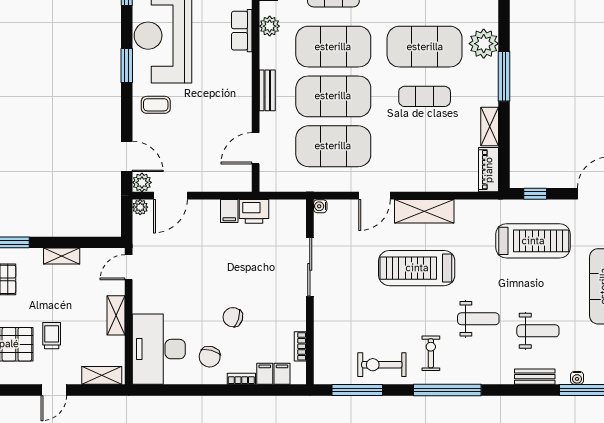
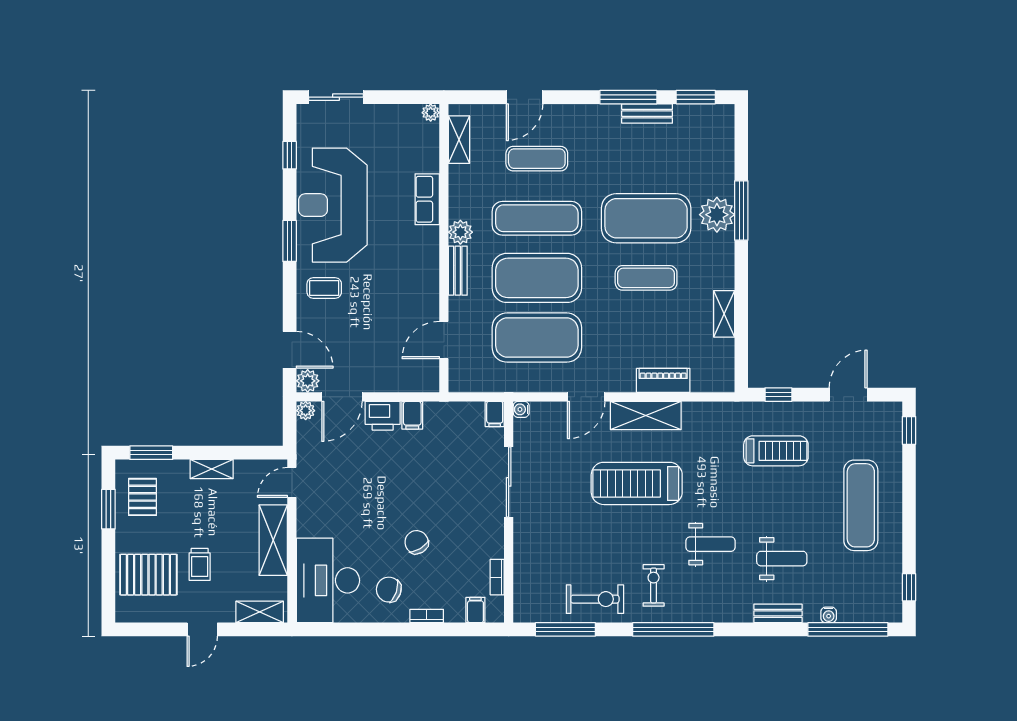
plant: (270, 26) -> (460, 232), moved
exercise mat: (333, 47) -> (537, 218), width x0.68
window: (504, 76) -> (741, 210), moved
piano: (489, 170) -> (663, 380), moved, turned 90
printer: (254, 211) -> (383, 416), moved
treadmill: (533, 241) -> (776, 451), width x0.73, depth x0.73
shelving: (116, 315) -> (273, 540), width x1.50, depth x1.33
chair: (233, 317) -> (417, 542), turned 41
trolley: (52, 336) -> (200, 564), turned 180
chair: (210, 357) -> (389, 590), turned 94
exercise bike: (382, 365) -> (595, 599), turned 180
filing cabinet: (265, 374) -> (495, 414), moved, turned 180

